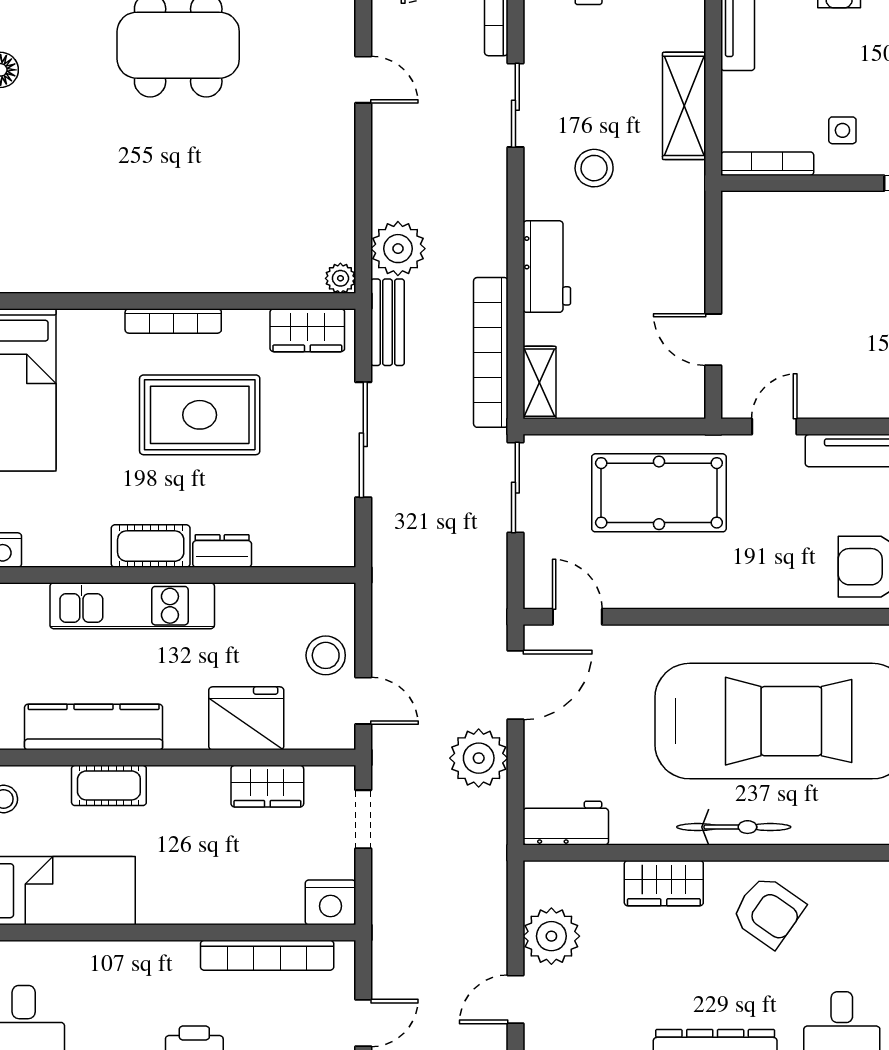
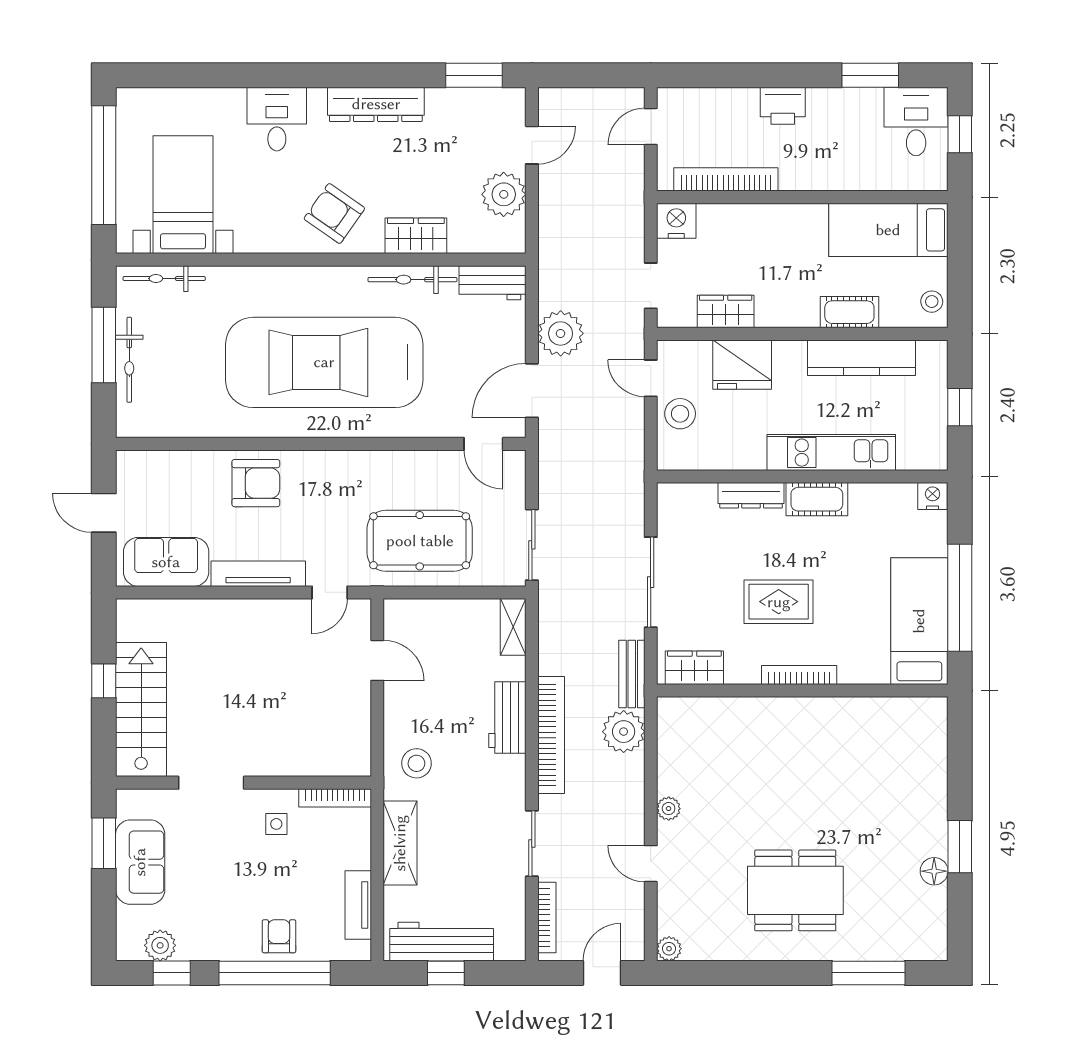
stool: (594, 168) -> (416, 763), moved
plant: (340, 278) -> (669, 809), moved
bookcase: (491, 352) -> (551, 735), moved
rug: (200, 415) -> (779, 602), width x0.73, depth x0.70
dresser: (222, 551) -> (751, 495), width x1.44
bicycle: (734, 827) -> (412, 280), moved

